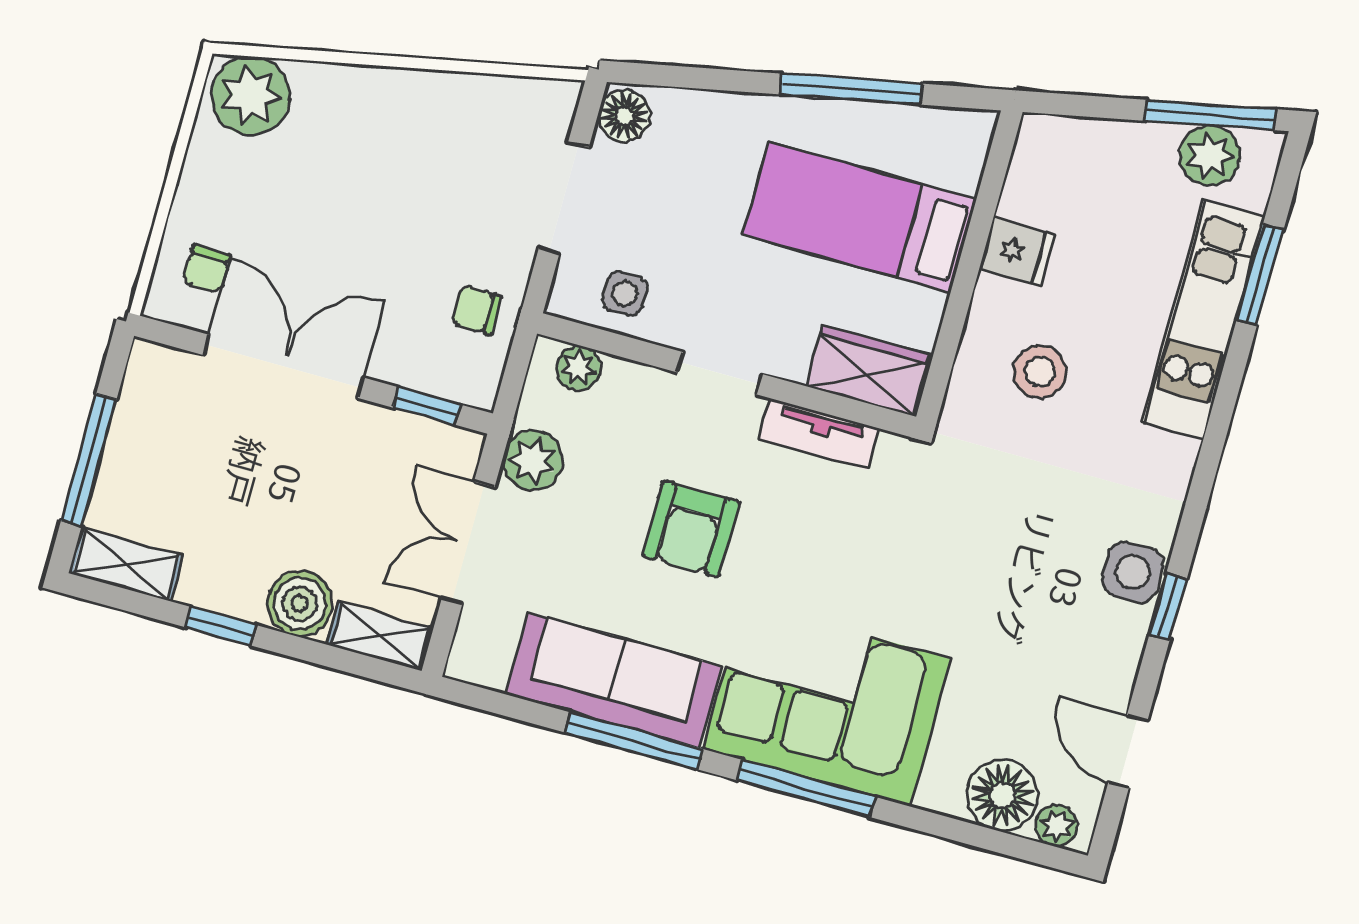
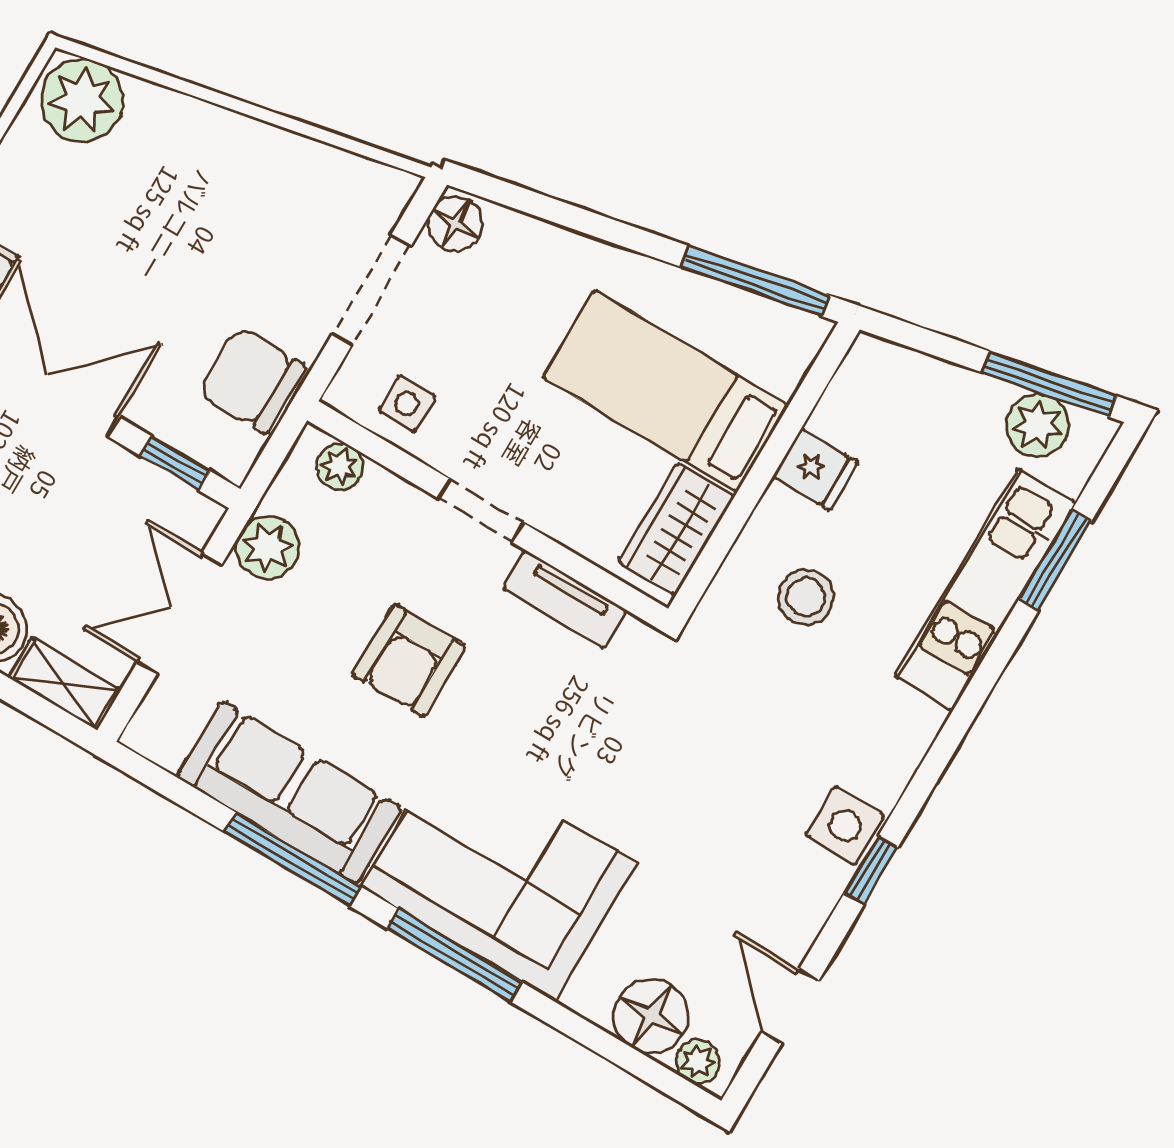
window: (851, 89) -> (755, 281), moved
chair: (476, 310) -> (252, 380), width x1.87, depth x1.87
wardrobe: (867, 370) -> (676, 529), moved, turned -90

